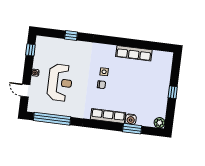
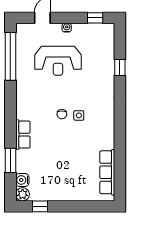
row of seats: (134, 53) -> (107, 172), moved
window: (173, 92) -> (40, 206), moved
row of seats: (108, 116) -> (23, 135), width x0.68
water cooler: (131, 119) -> (22, 180), moved

